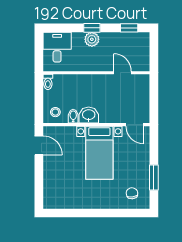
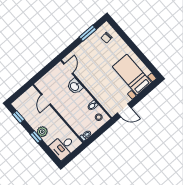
washbasin: (89, 115) -> (75, 86), moved
door: (39, 145) -> (124, 110), swing flipped
bed with nightstands: (99, 153) -> (132, 75), moved, turned -90

